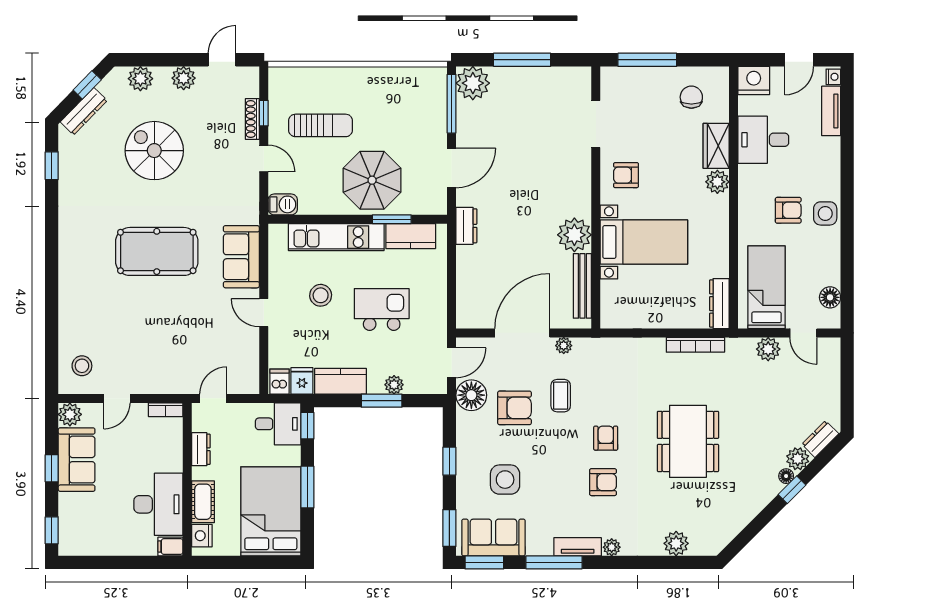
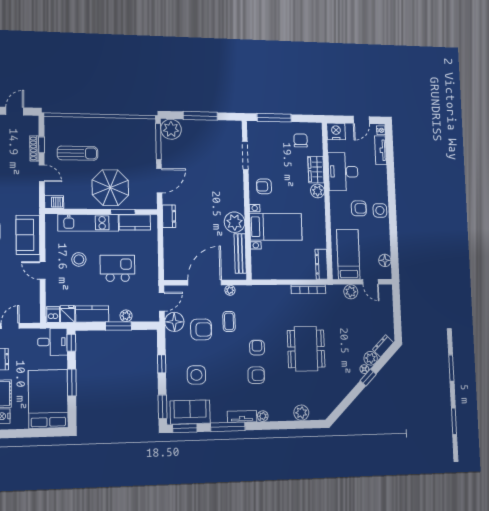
desk: (763, 140) -> (343, 172), width x1.37

